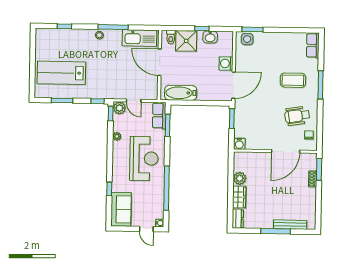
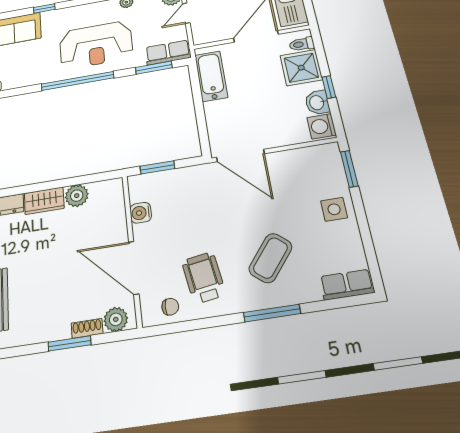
side table: (247, 39) -> (334, 209), moved
washing machine: (226, 63) -> (322, 126), moved, turned -90
coffee table: (293, 80) -> (270, 258), turned 39
window: (232, 119) -> (157, 167), moved
water cooler: (239, 144) -> (141, 213), moved
plant: (311, 164) -> (116, 319), added
window: (319, 169) -> (70, 343), moved
window: (167, 188) -> (78, 81), moved

